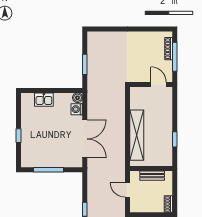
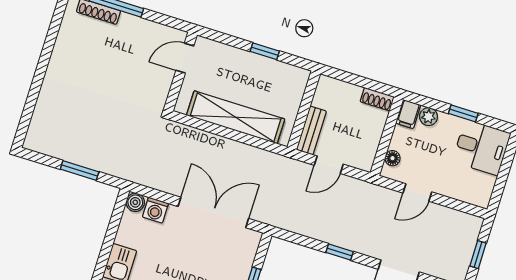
wall: (151, 85) -> (181, 72), moved
door: (159, 85) -> (185, 58), moved
bench: (152, 176) -> (311, 130), moved

